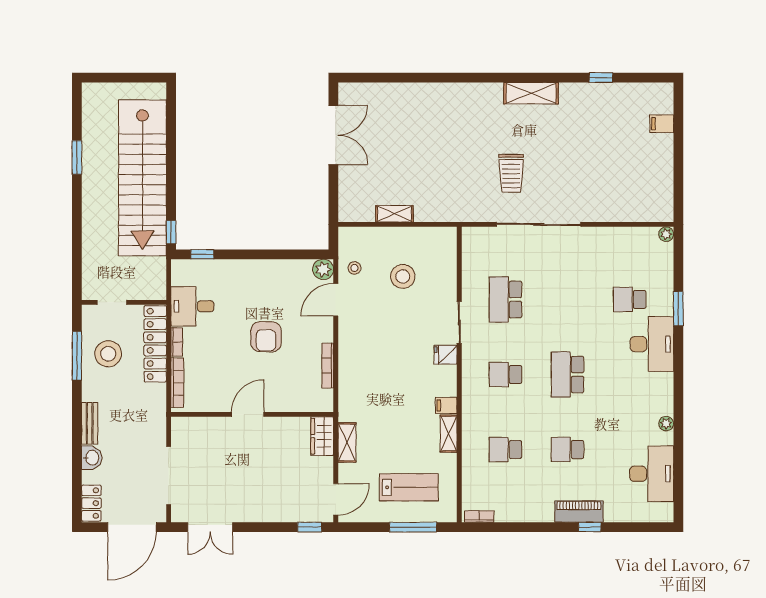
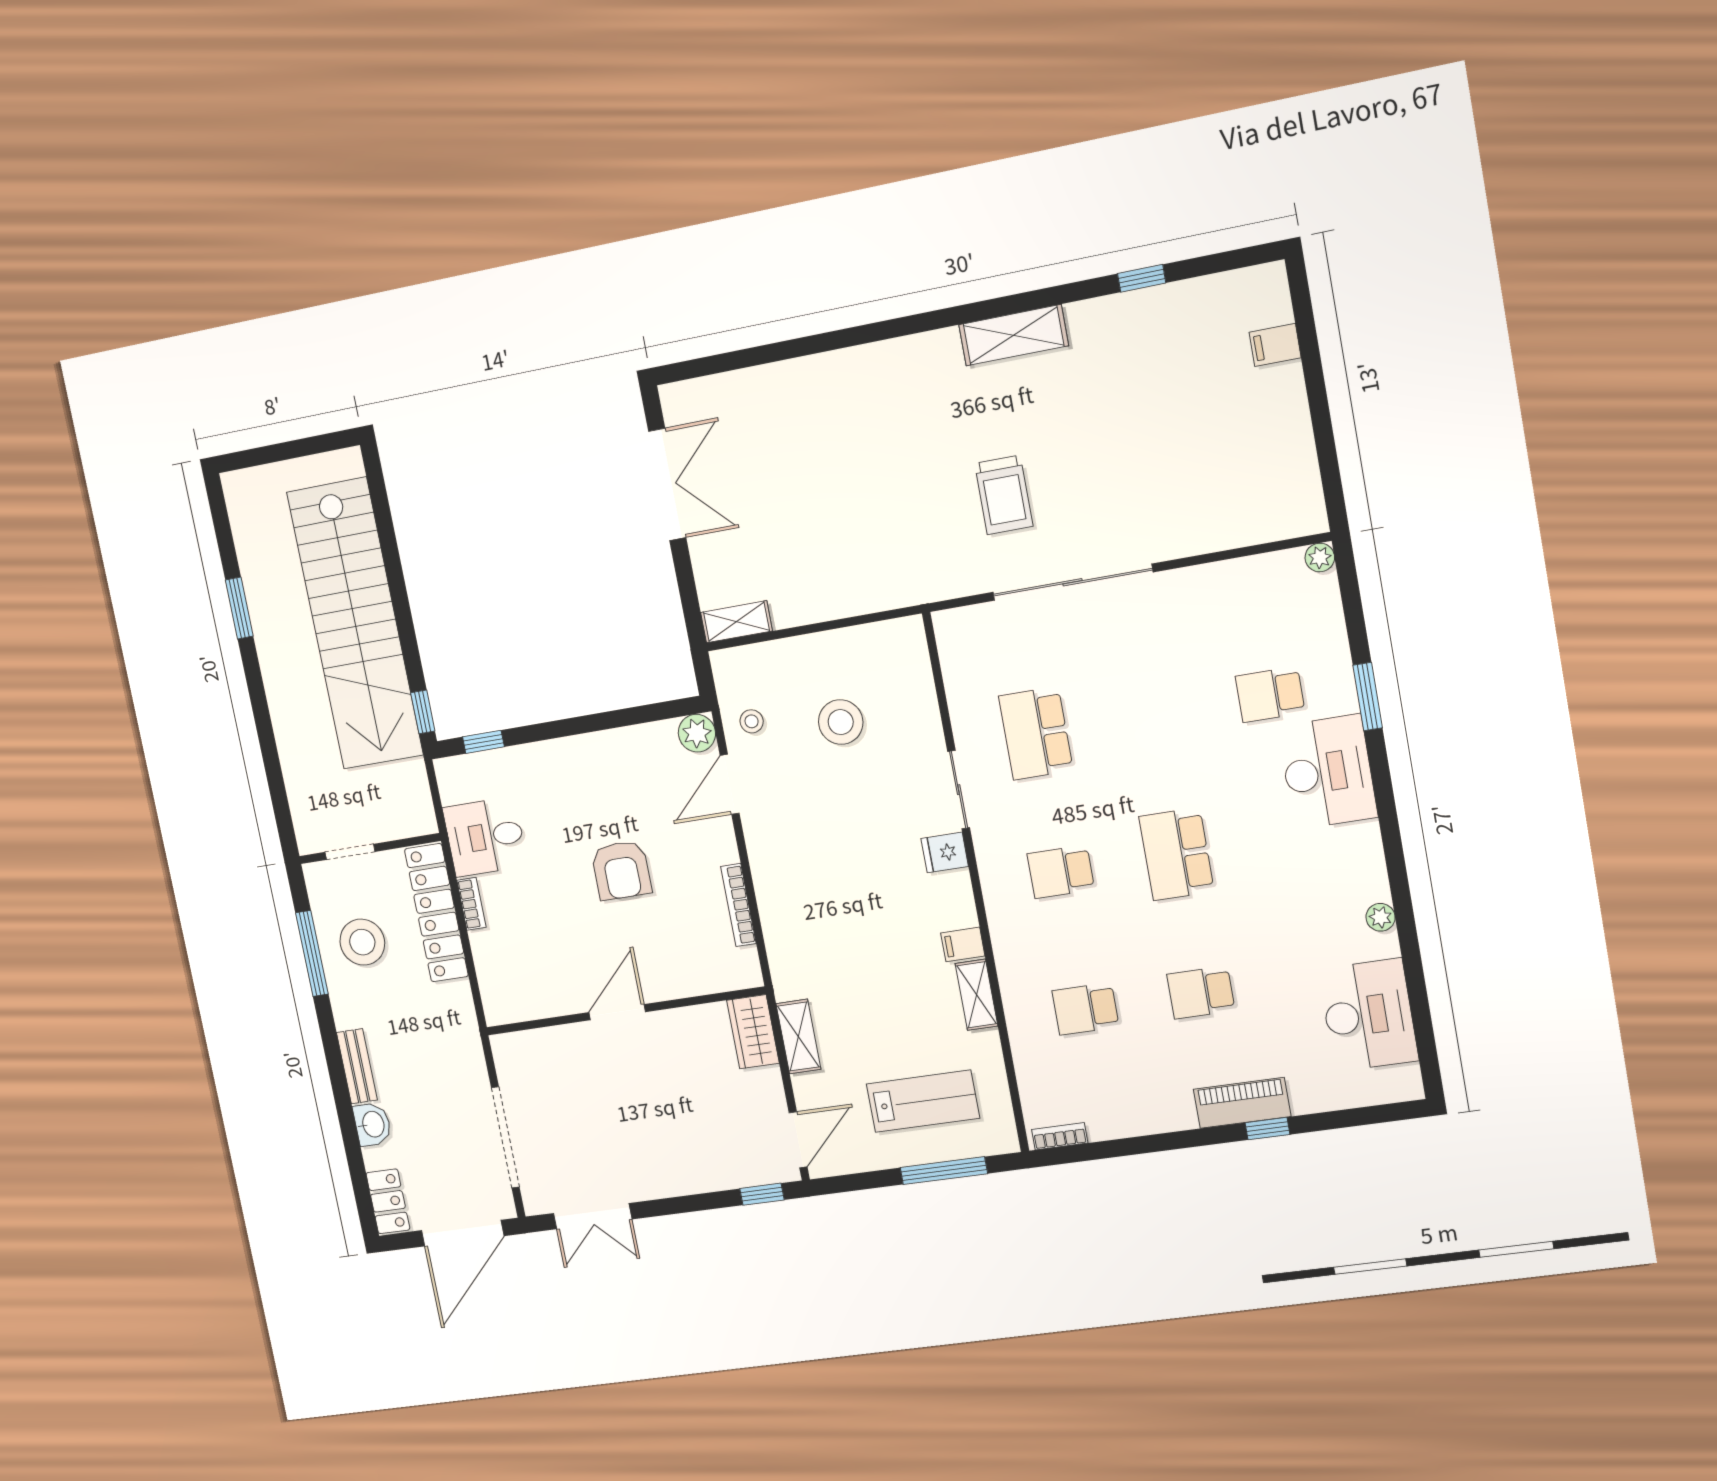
shelving: (394, 214) -> (736, 622), moved
bookcase: (177, 383) -> (487, 975), removed

